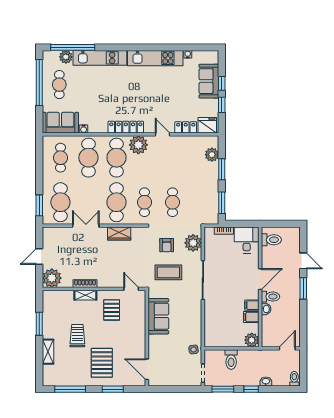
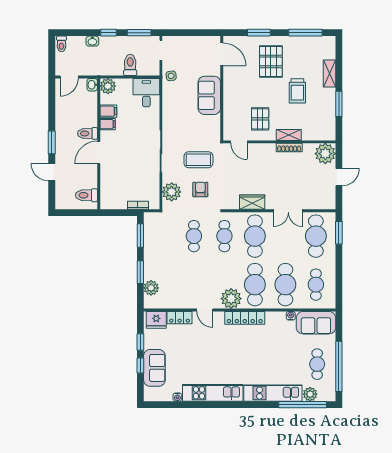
desk: (247, 240) -> (146, 93), moved, turned 180
washbasin: (266, 309) -> (92, 85), moved
sofa: (158, 316) -> (209, 95), moved

